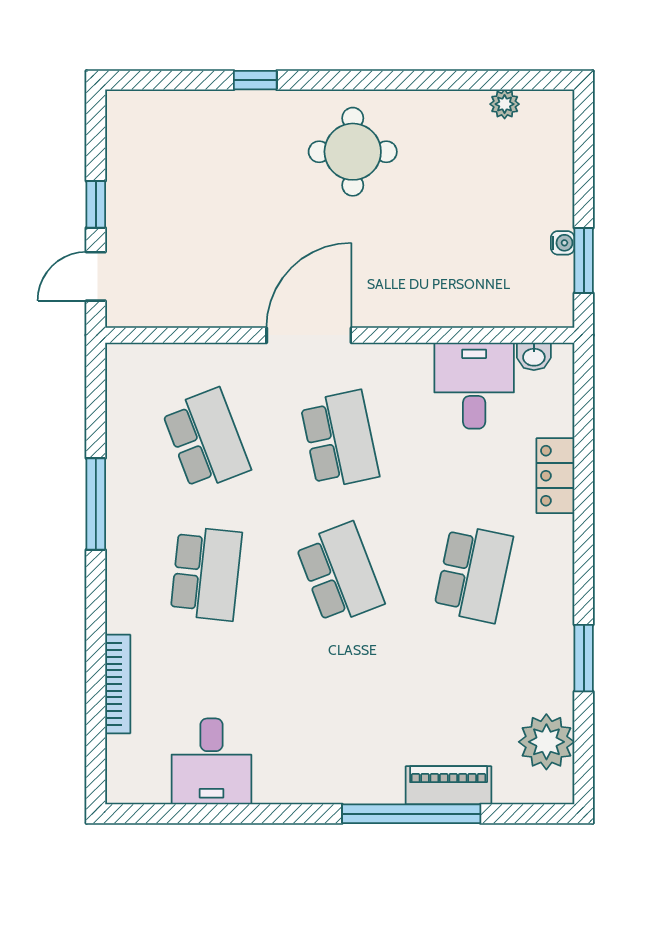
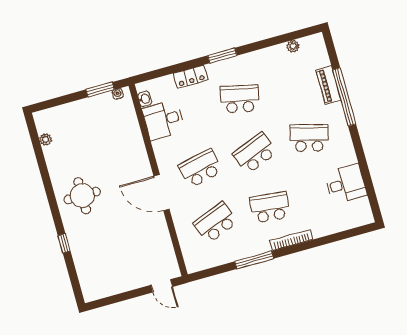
window: (96, 204) -> (133, 294), removed
water cooler: (563, 243) -> (118, 94), moved
window: (584, 658) -> (222, 55), moved
bookcase: (118, 684) -> (291, 240), moved
school desk: (340, 708) -> (309, 138), added
plant: (546, 742) -> (293, 46), width x0.53, depth x0.53

